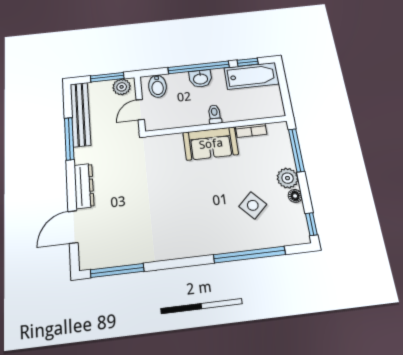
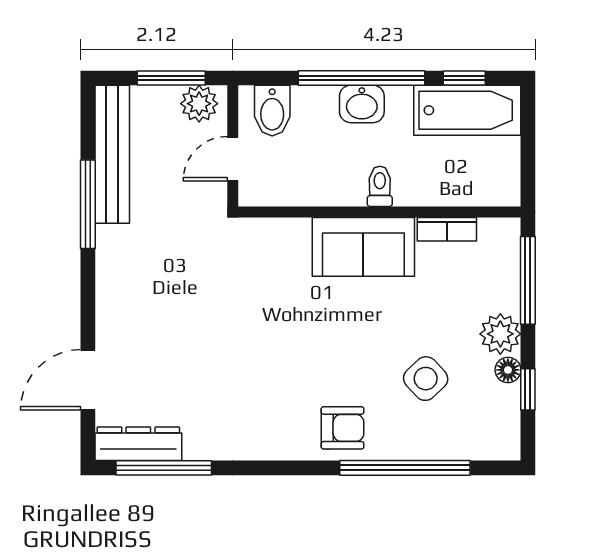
dresser: (84, 186) -> (138, 444), moved, turned -90
window: (311, 224) -> (528, 389), moved
armchair: (212, 237) -> (343, 428), added

